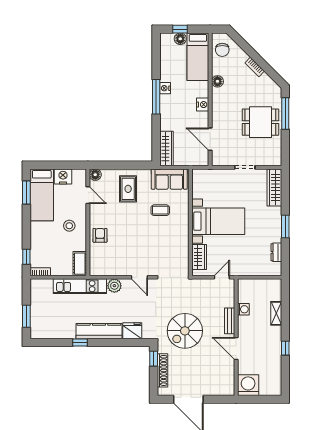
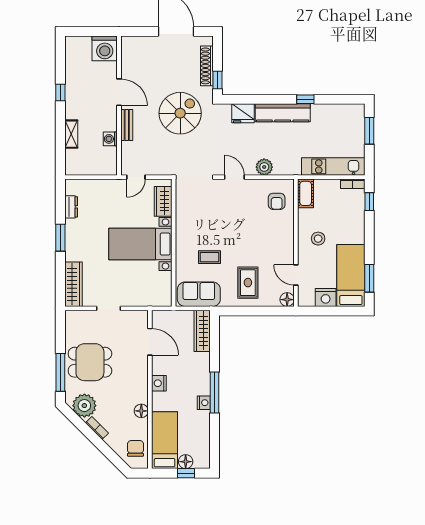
plant: (265, 86) -> (84, 406), added
armchair: (100, 235) -> (277, 201), moved
kitchen unit: (80, 286) -> (333, 166), moved

